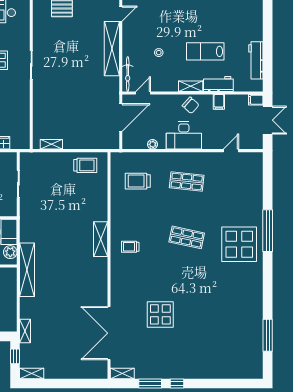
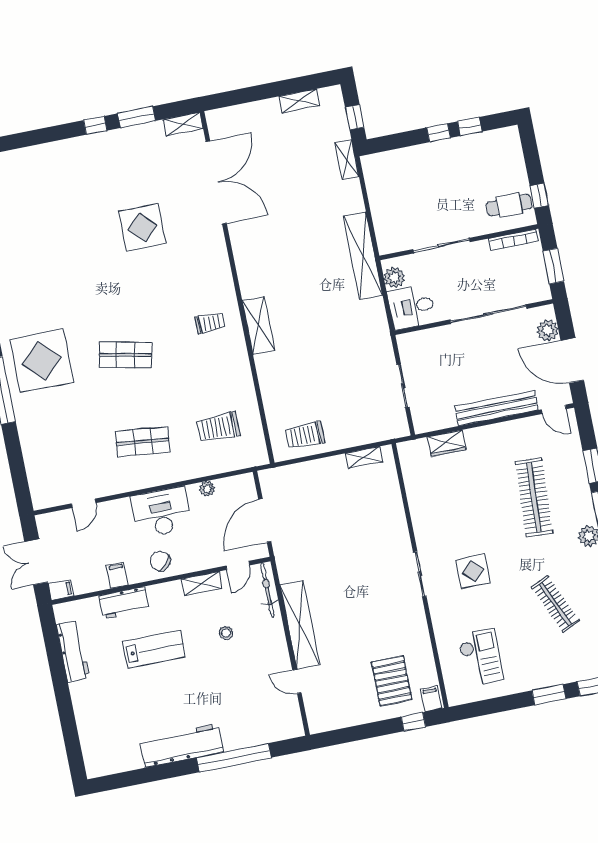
door: (121, 14) -> (297, 681), hinge flipped
shelving: (191, 86) -> (202, 584), moved
trolley: (138, 181) -> (219, 427), turned 180
shelving: (32, 373) -> (299, 101), moved

